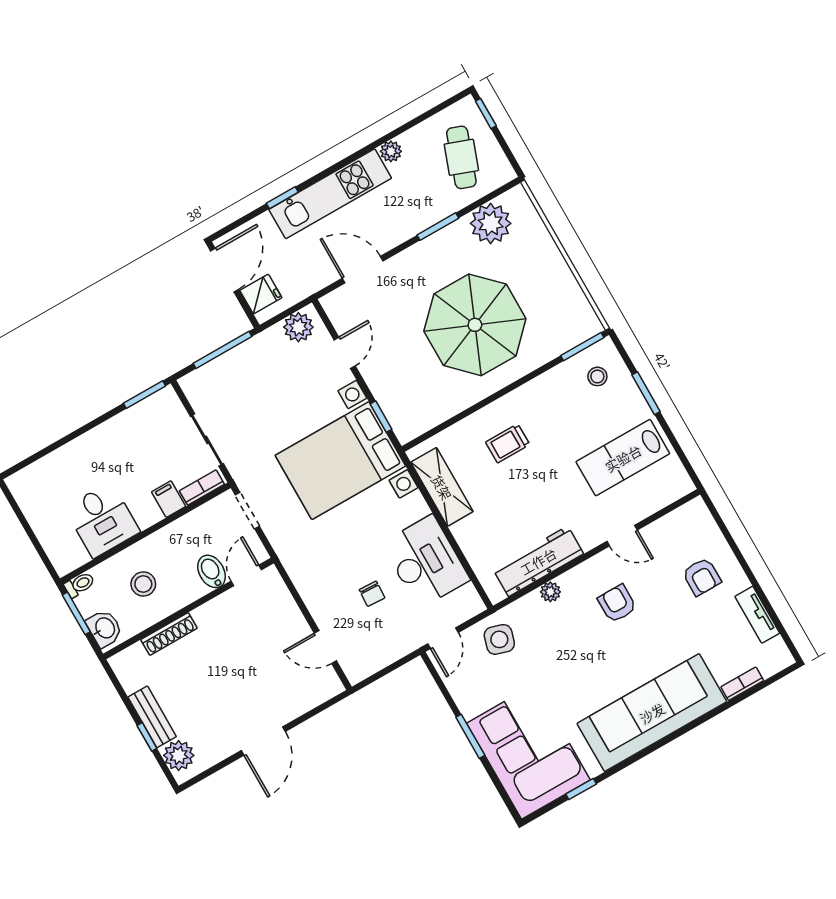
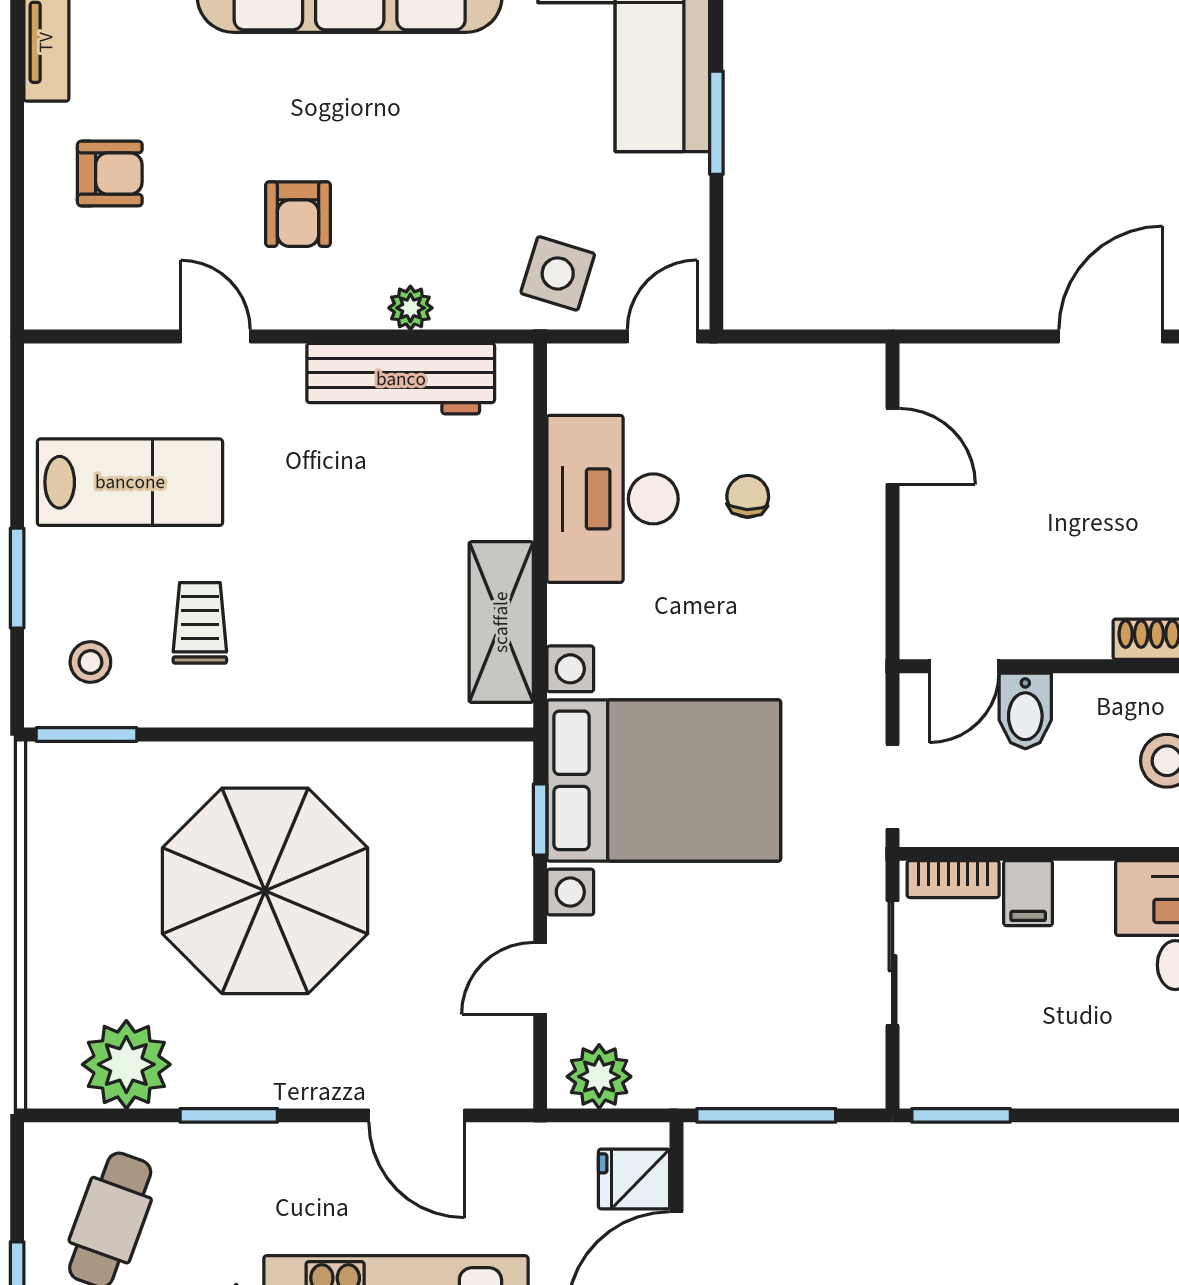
trolley: (508, 443) -> (200, 623), moved, turned -90
armchair: (702, 577) -> (110, 174), turned 90

